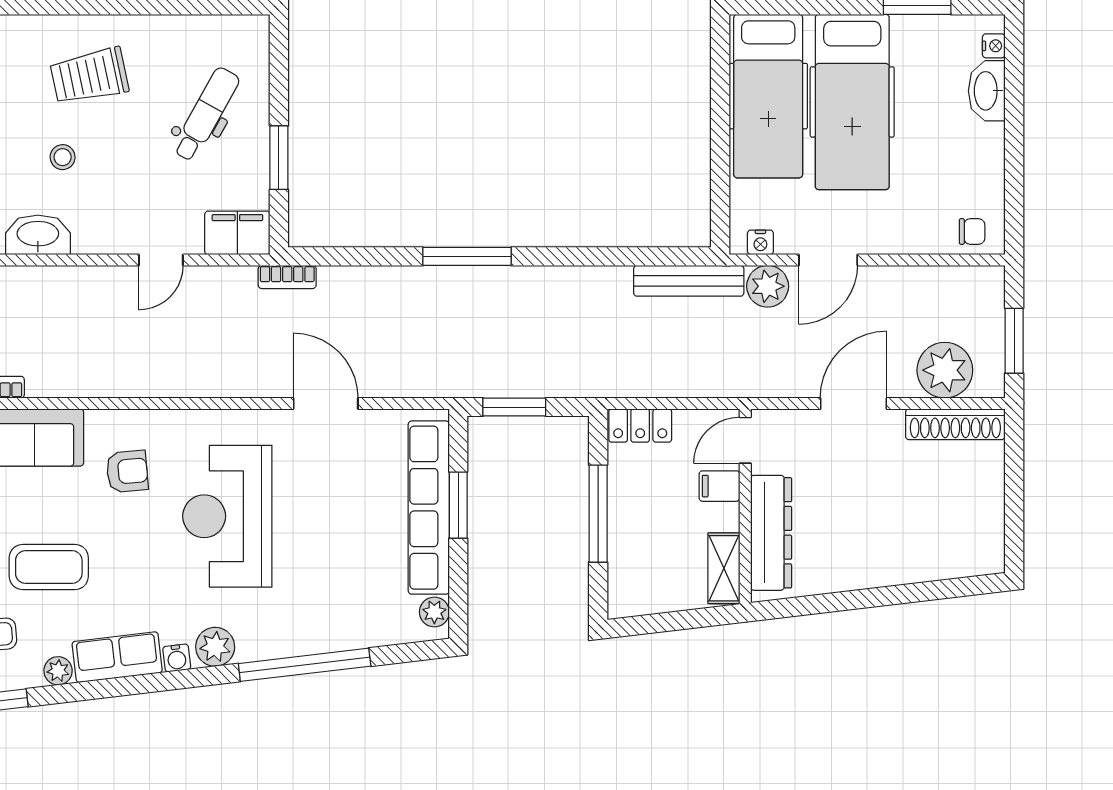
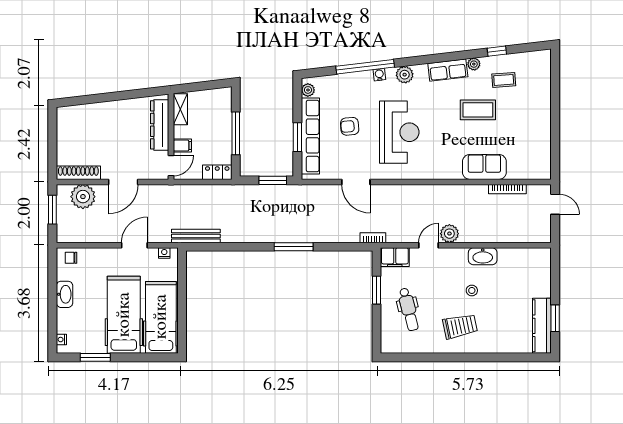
washbasin: (987, 91) -> (64, 294), moved
dental chair: (206, 114) -> (409, 309), turned -43
plant: (768, 286) -> (449, 234), moved
armchair: (127, 471) -> (350, 126), moved
water cooler: (177, 658) -> (379, 75), moved

